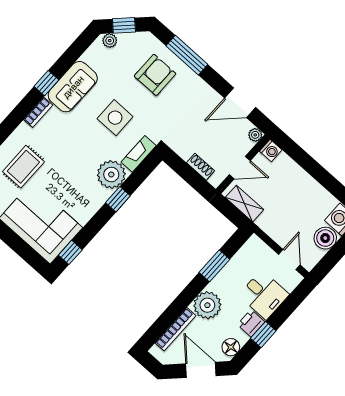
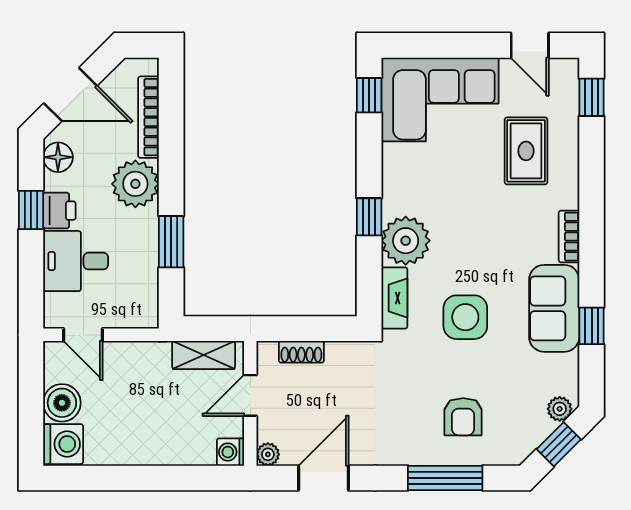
armchair: (155, 75) -> (463, 417), width x0.72, depth x0.72
window: (46, 83) -> (592, 326), moved

